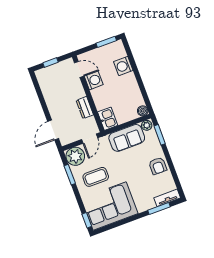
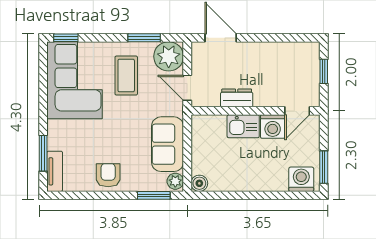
washing machine: (123, 66) -> (301, 179), moved
kitchen sink: (108, 119) -> (243, 126), moved
armchair: (158, 166) -> (108, 175), turned 90

